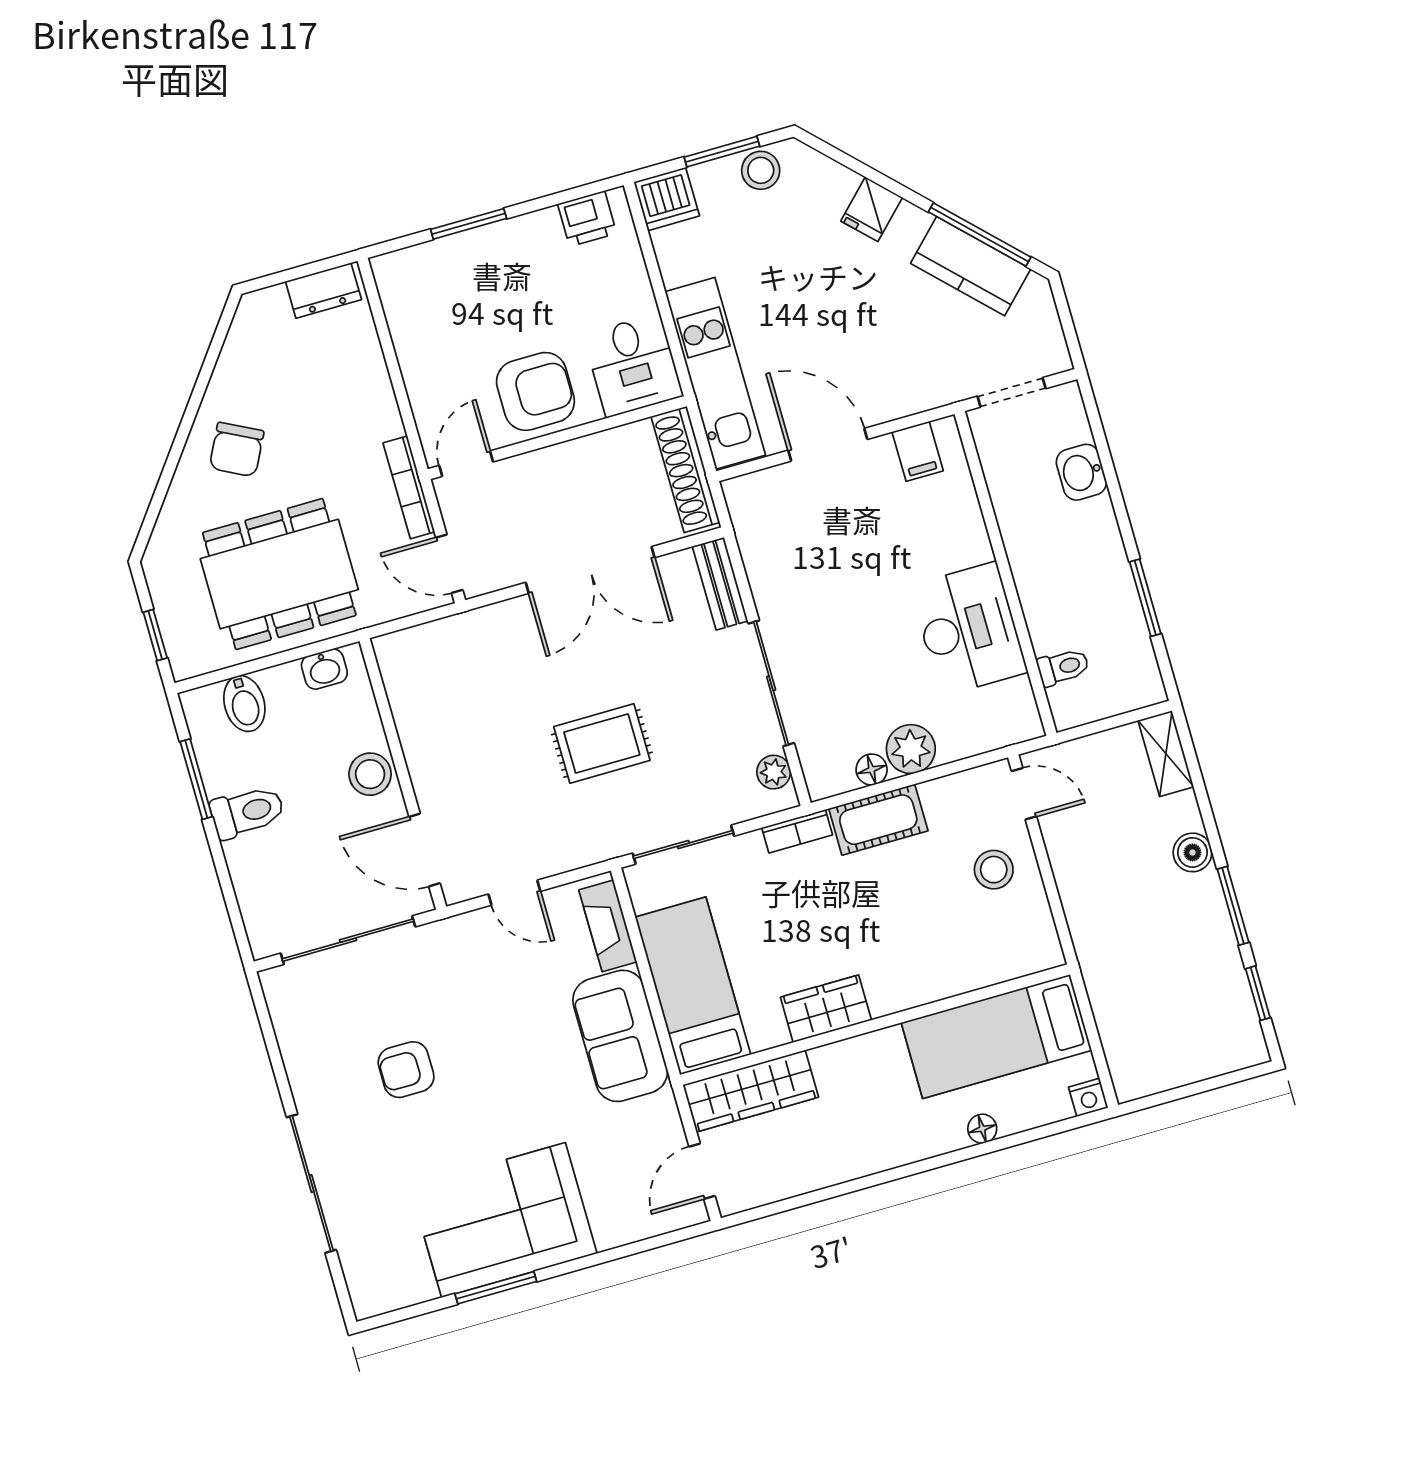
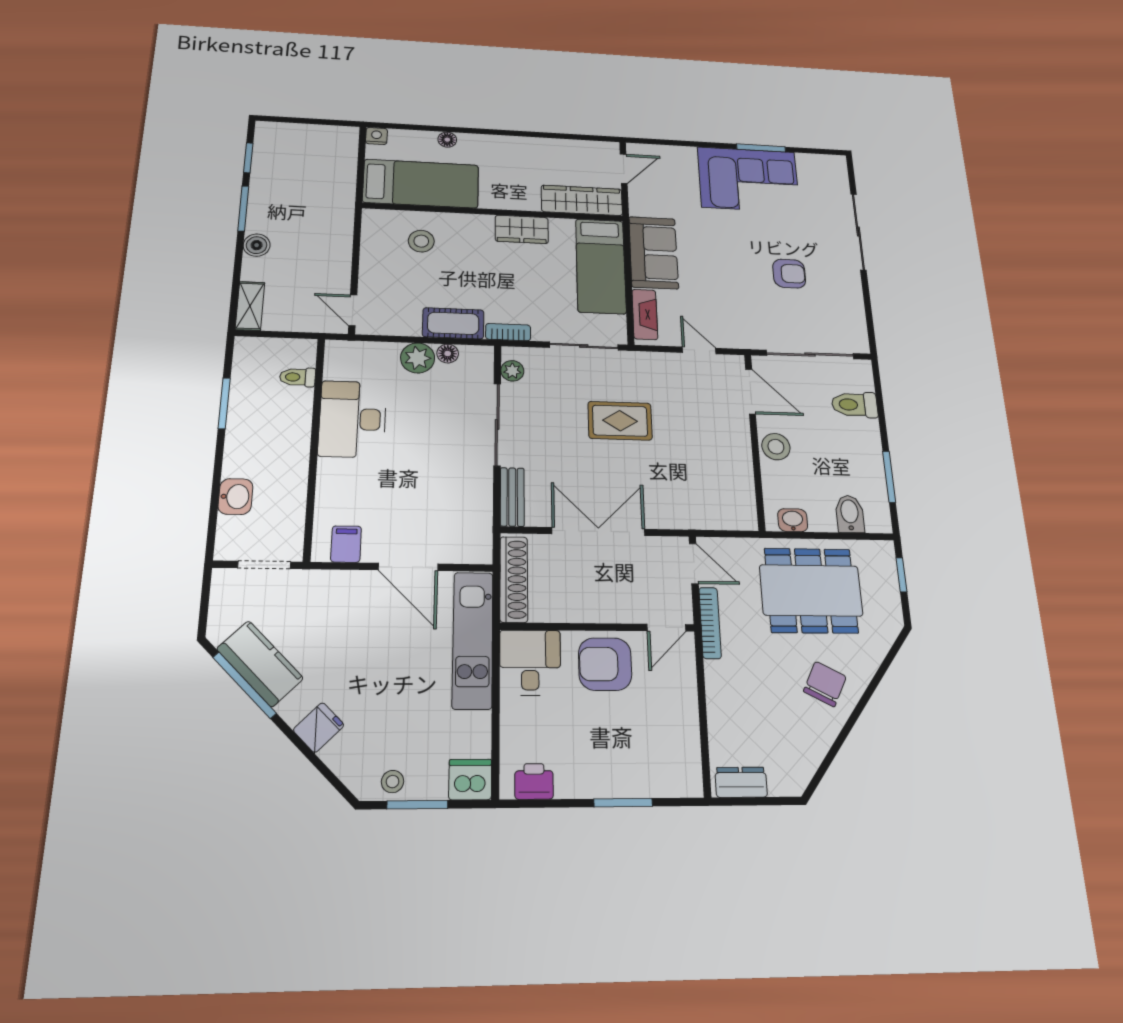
stool: (761, 170) -> (392, 782), width x0.73, depth x0.73
toilet: (247, 812) -> (855, 405), moved
stool: (994, 870) -> (421, 241), moved

